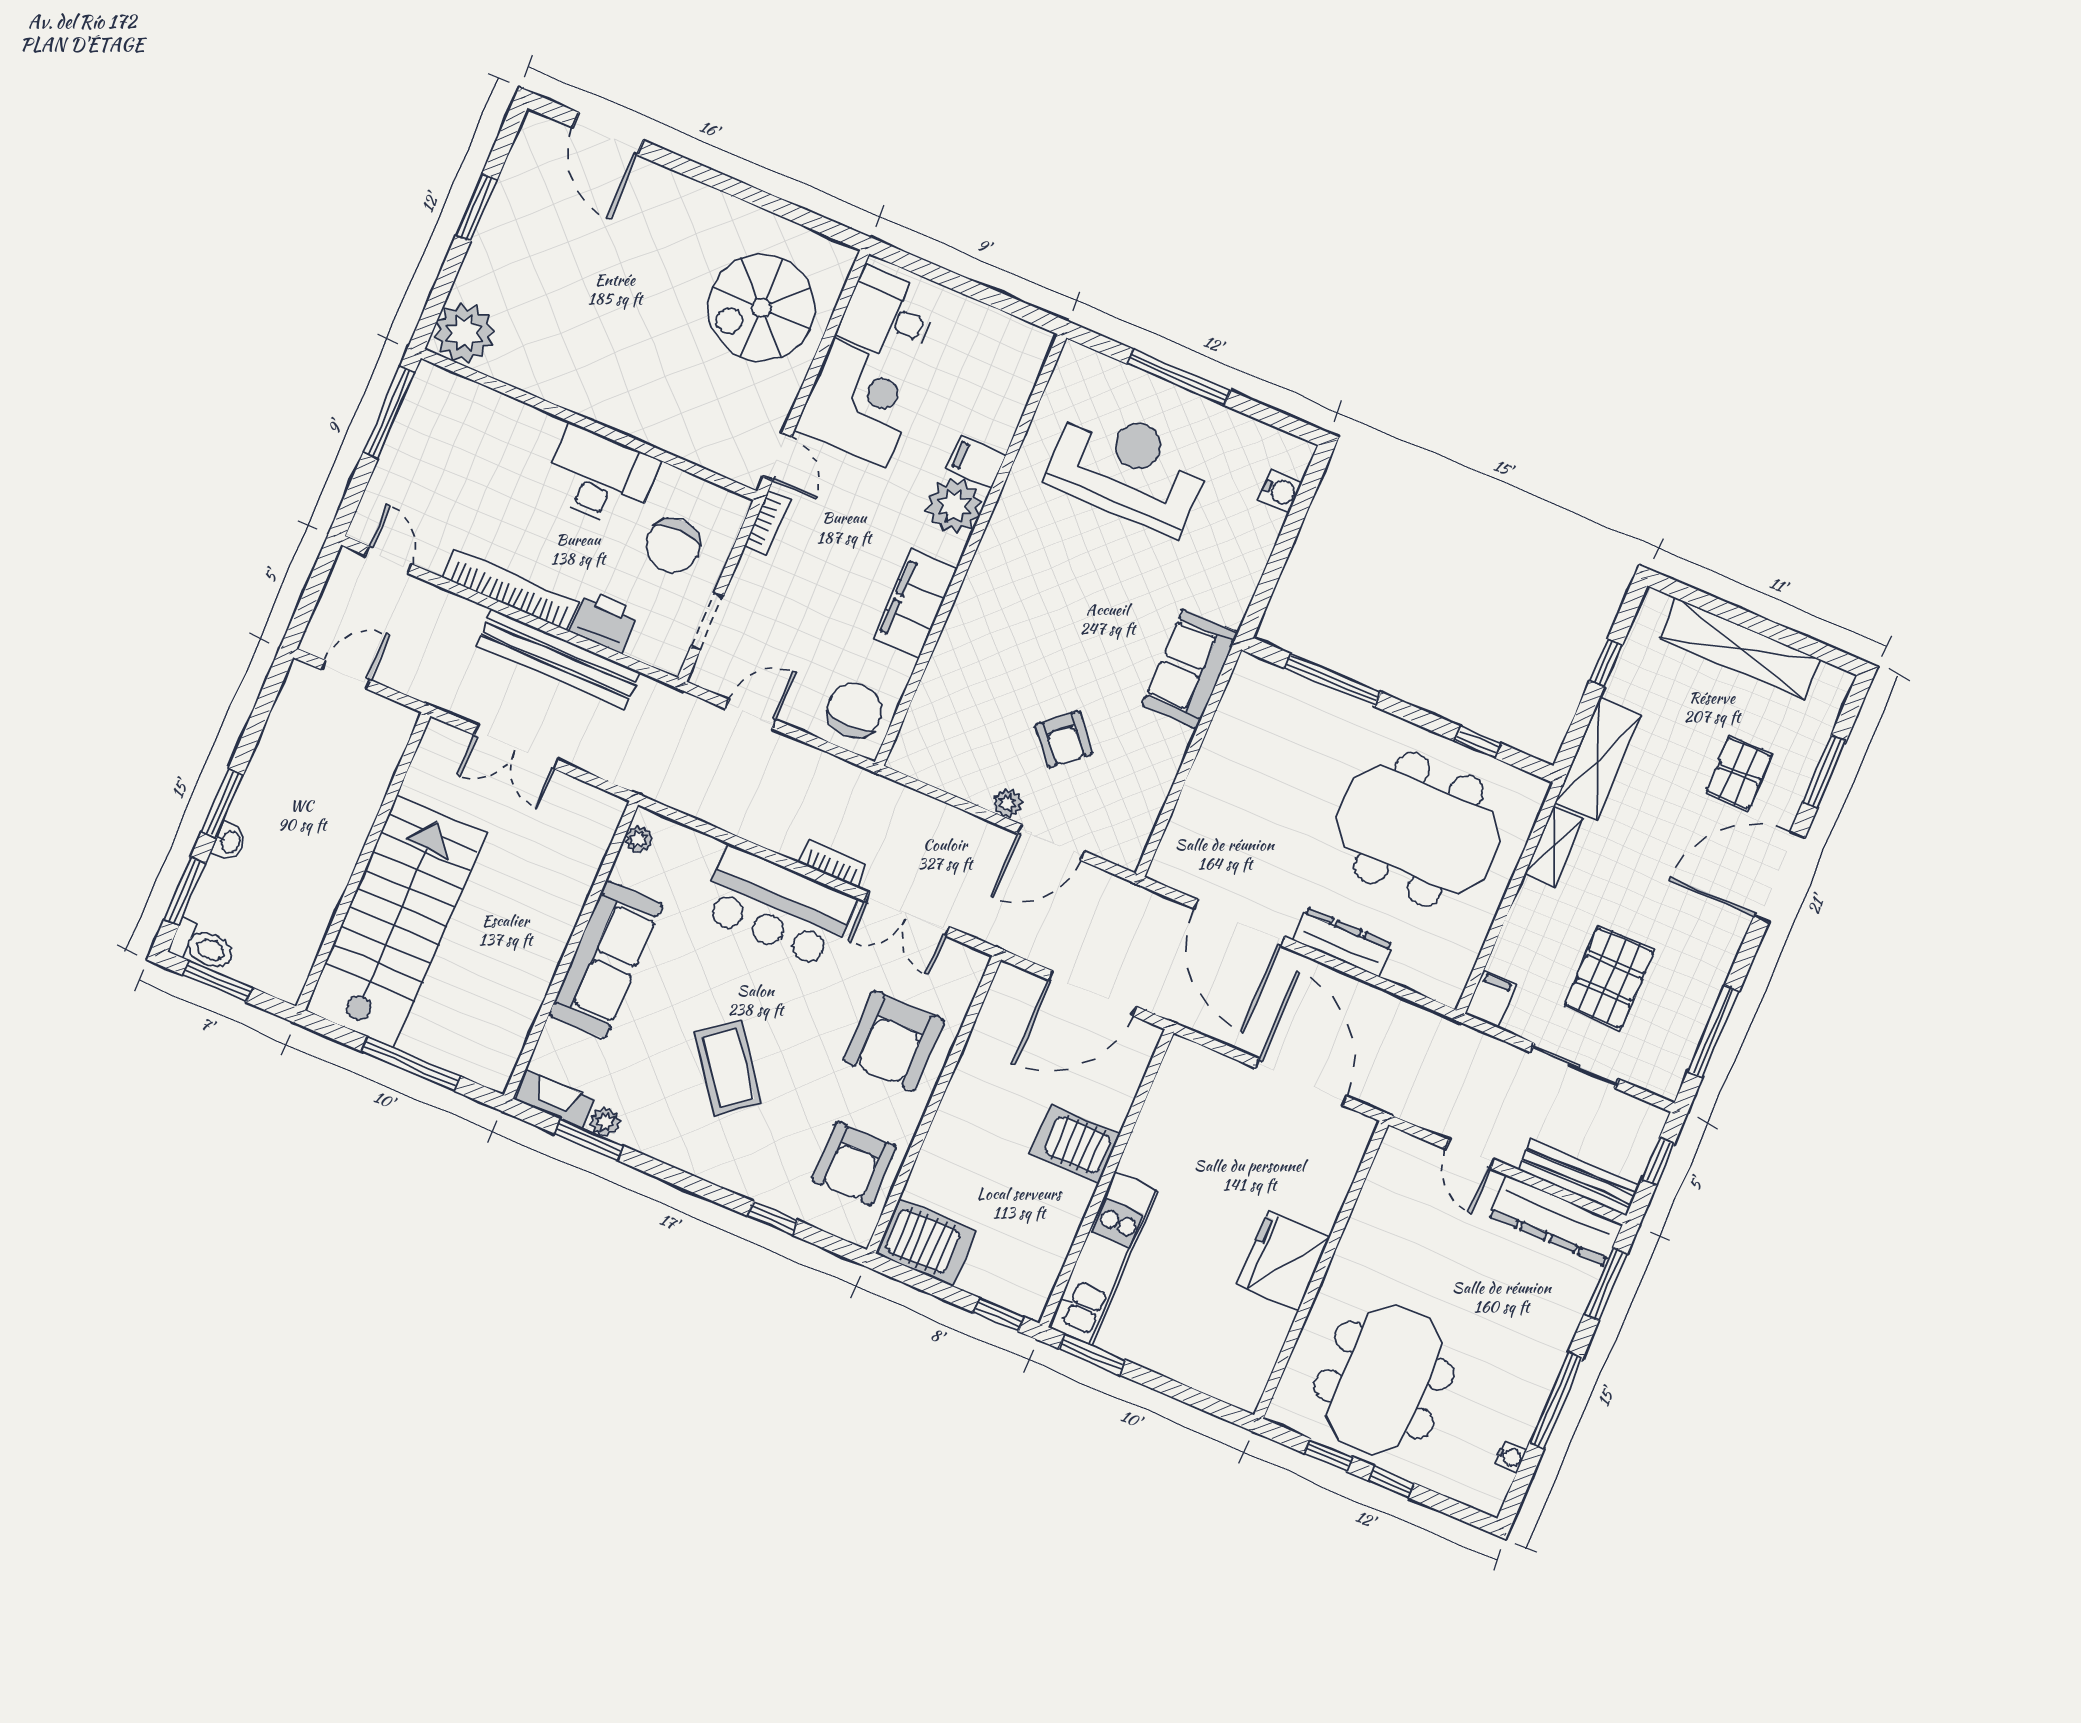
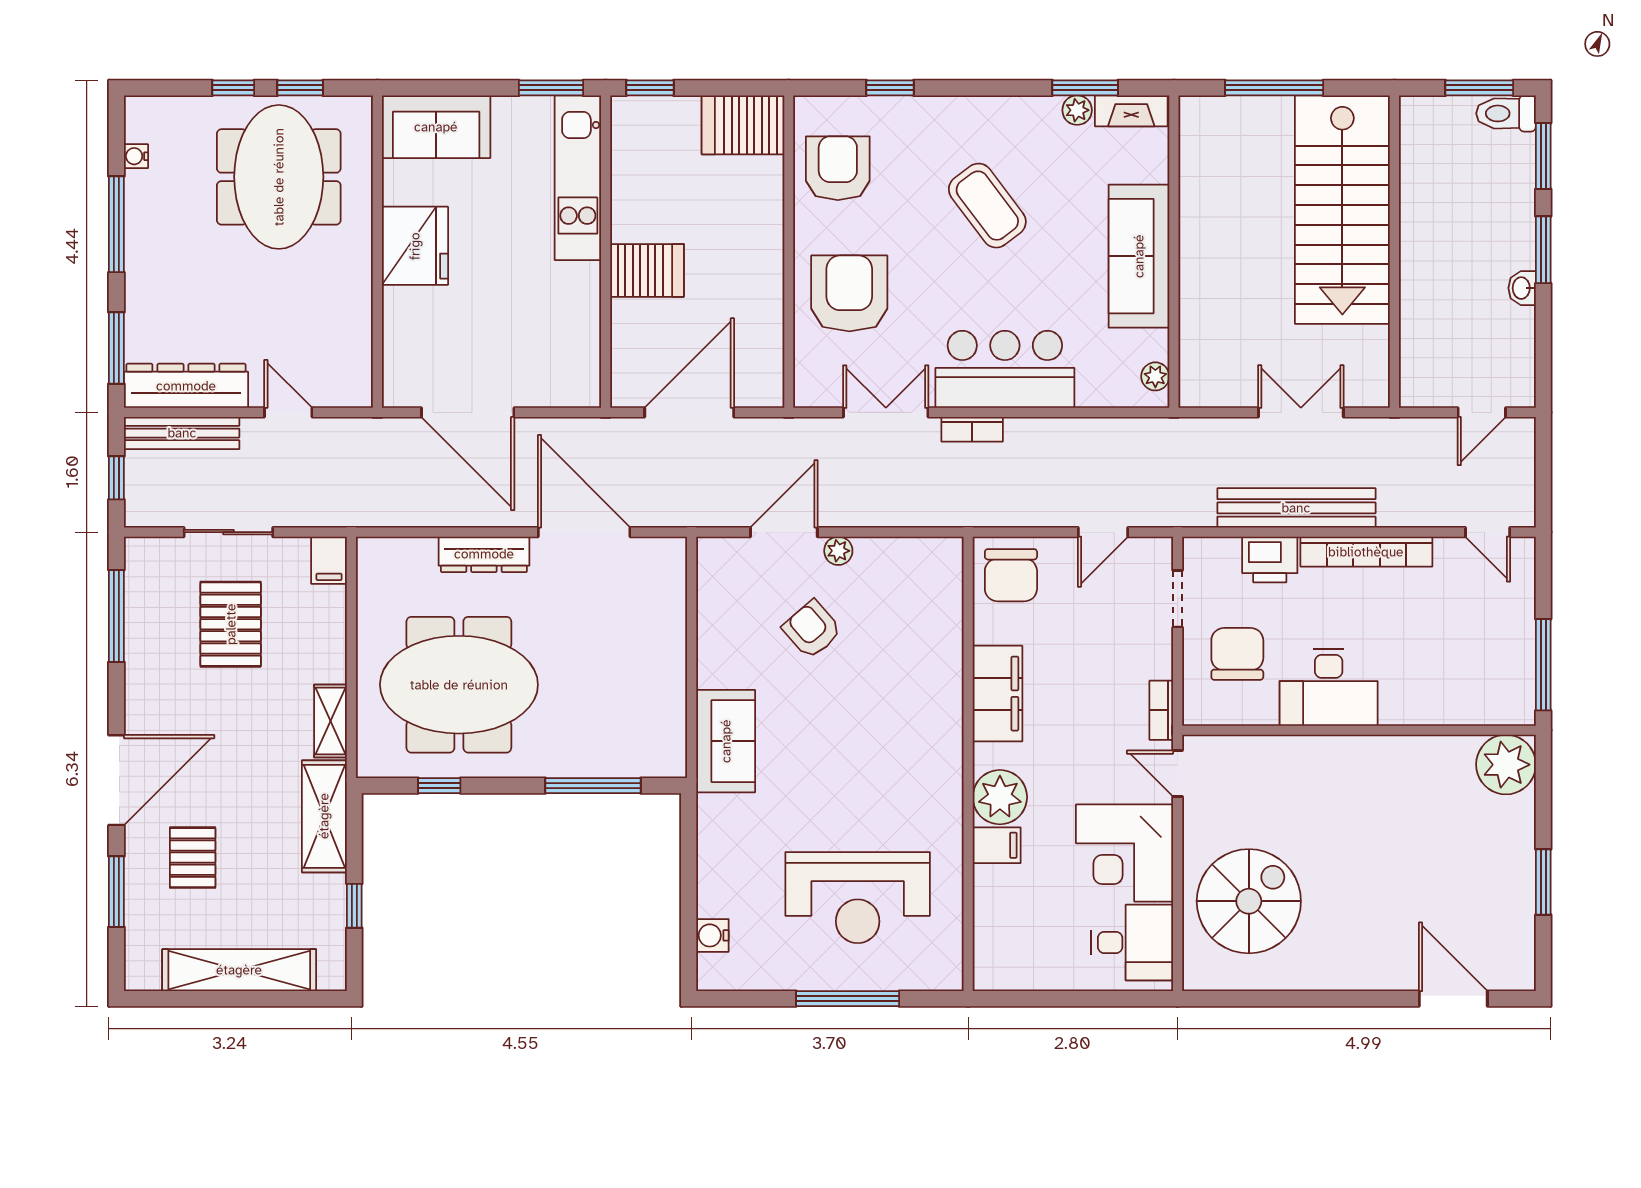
washbasin: (230, 842) -> (1522, 288), moved
sofa: (1216, 1364) -> (436, 127), added

